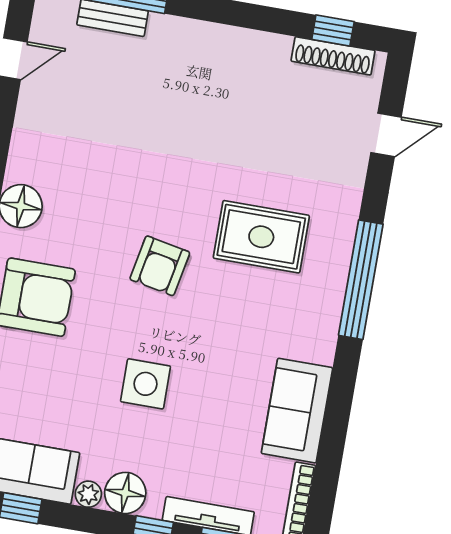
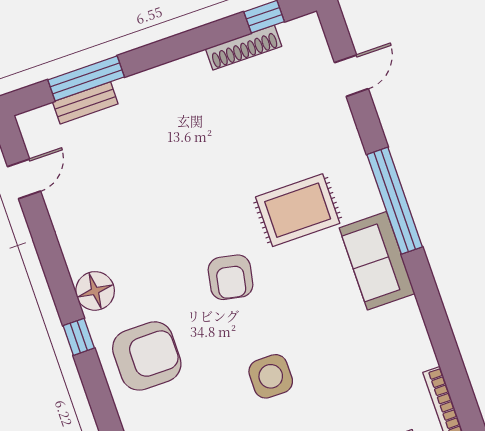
shoe rack: (333, 56) -> (244, 48), moved
sofa: (297, 411) -> (377, 261), moved

